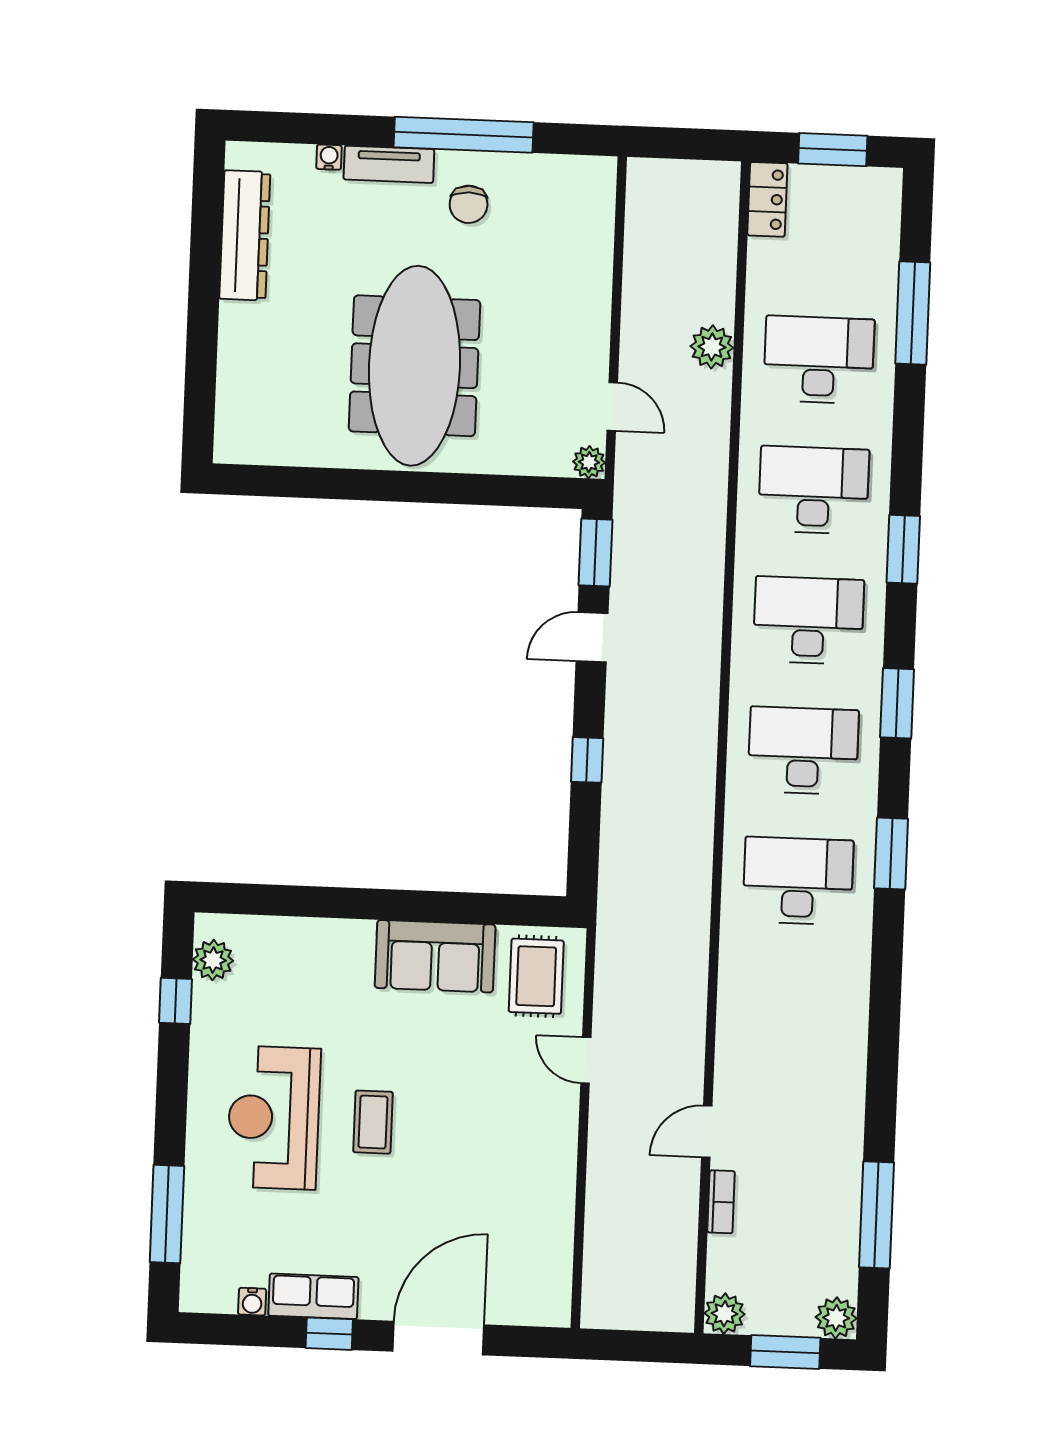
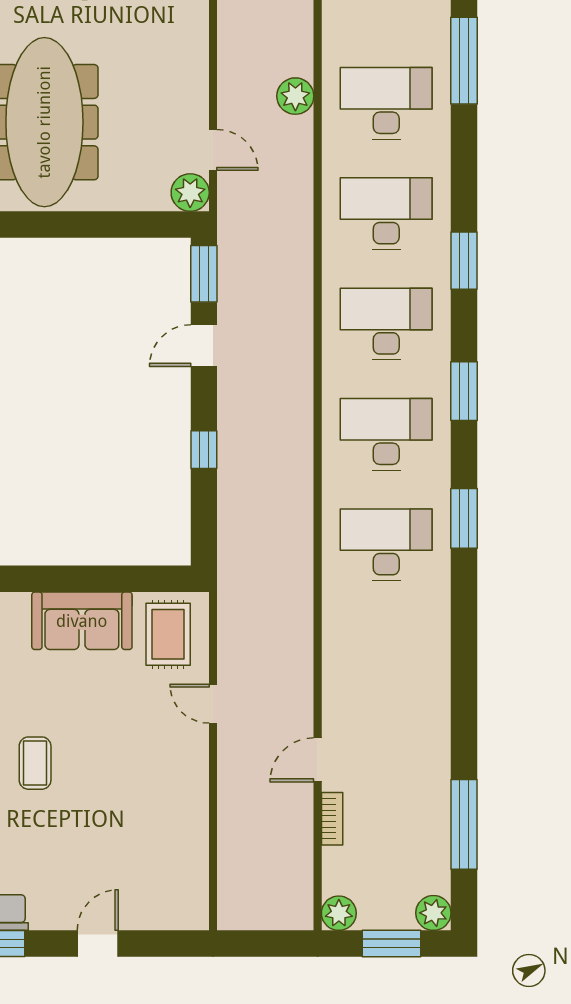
plant: (589, 462) -> (190, 193), width x1.38, depth x1.38
door: (438, 1338) -> (98, 944), width x0.53

